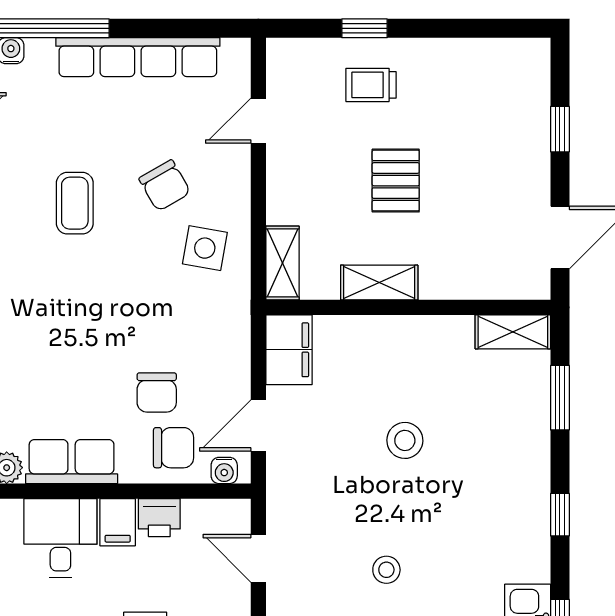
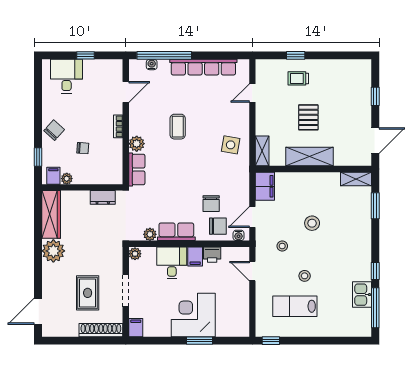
chair: (165, 186) -> (214, 119), removed
shelving: (379, 283) -> (309, 157), width x1.50, depth x1.33
stool: (332, 497) -> (282, 246), added
window: (560, 515) -> (375, 271), moved

